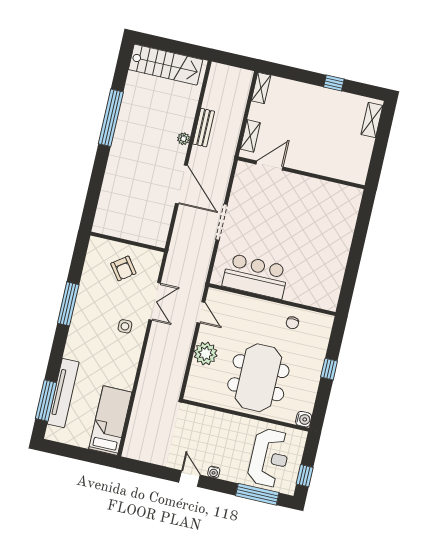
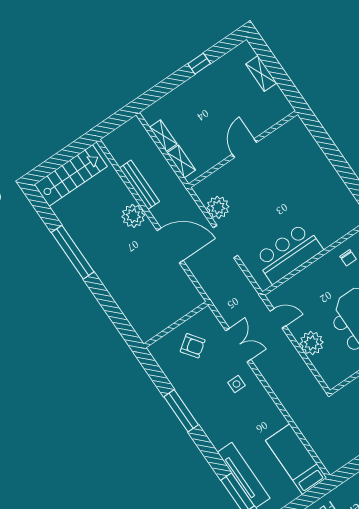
shelving: (261, 88) -> (163, 136), moved
shelving: (372, 120) -> (261, 74), moved
bench: (204, 128) -> (139, 185), width x1.36
plant: (184, 139) -> (133, 216), width x1.88, depth x1.88
door: (270, 166) -> (244, 148), moved
plant: (242, 194) -> (218, 207), added

